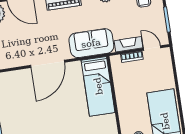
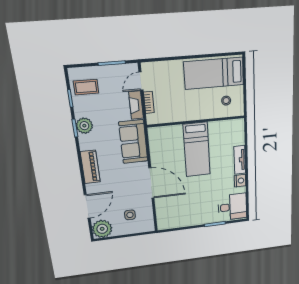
side table: (11, 43) -> (130, 215), added
bed: (98, 86) -> (197, 150), moved, turned 90

